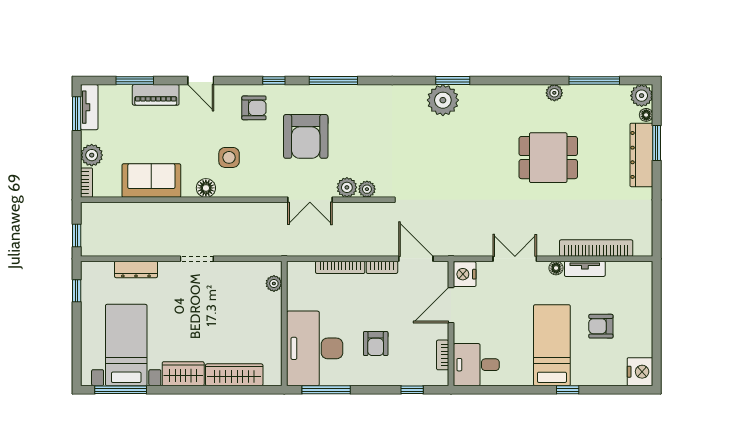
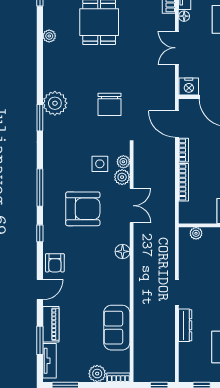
window: (453, 81) -> (40, 118), moved
plant: (554, 93) -> (49, 36), moved
tv unit: (89, 107) -> (50, 361), moved, turned 90
armchair: (254, 108) -> (55, 263), moved, turned 180
side table: (229, 157) -> (100, 164), moved
chair: (441, 171) -> (109, 104), added
floor lamp: (206, 188) -> (123, 251), moved
door: (416, 259) -> (177, 124), hinge flipped
dresser: (136, 269) -> (185, 325), moved

